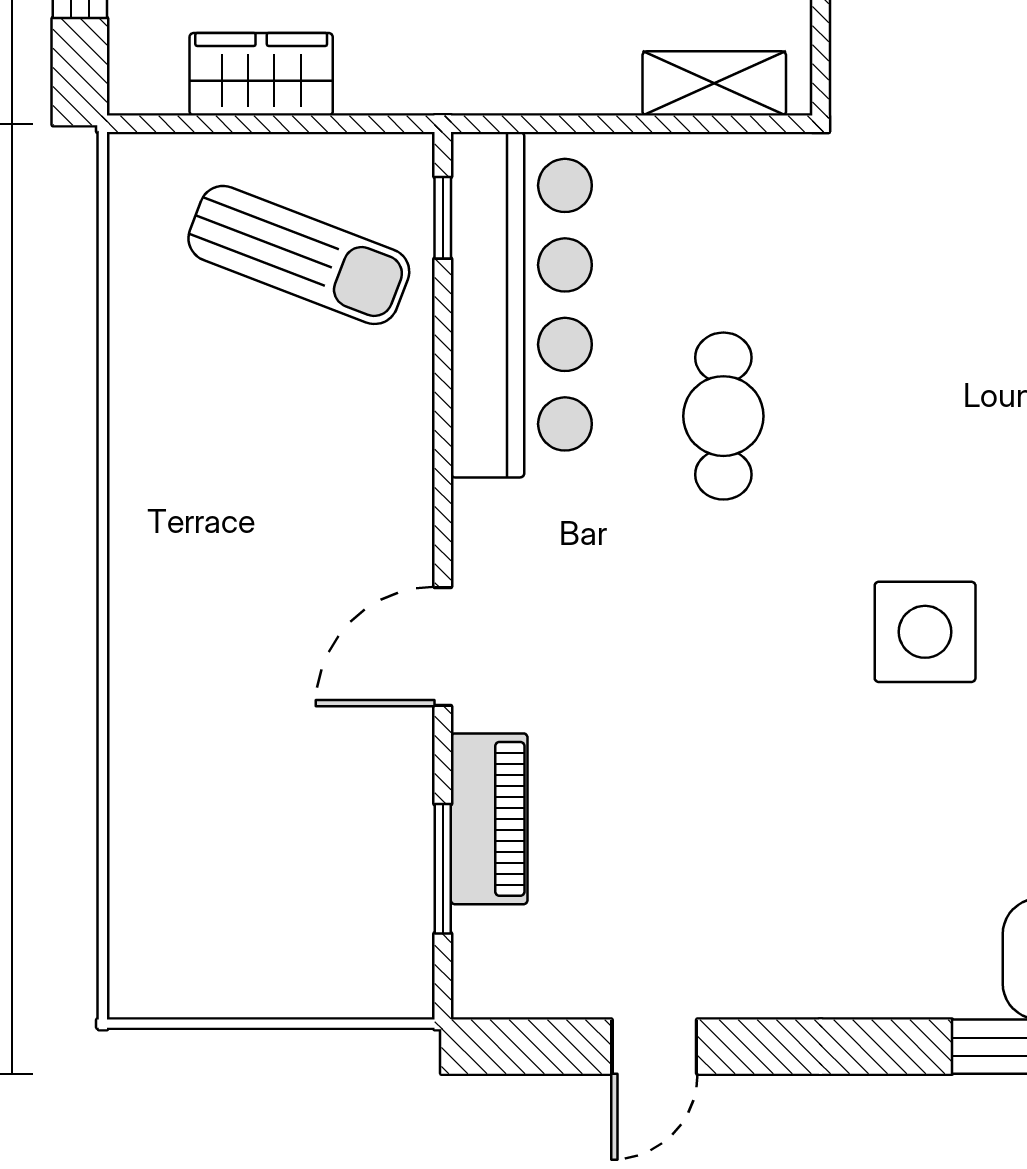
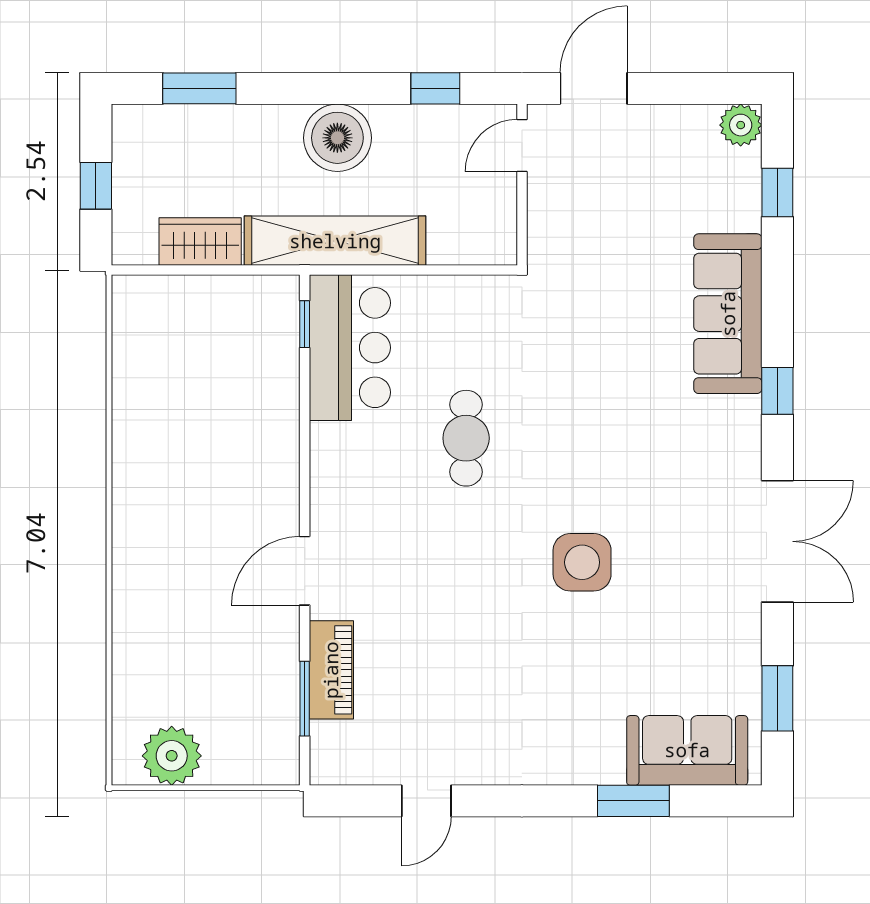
shelving: (714, 83) -> (335, 241), moved, width x2.20, depth x1.33
sun lounger: (299, 255) -> (222, 345), removed
bar counter: (521, 305) -> (350, 348), width x0.73
plant: (212, 968) -> (172, 756), added

